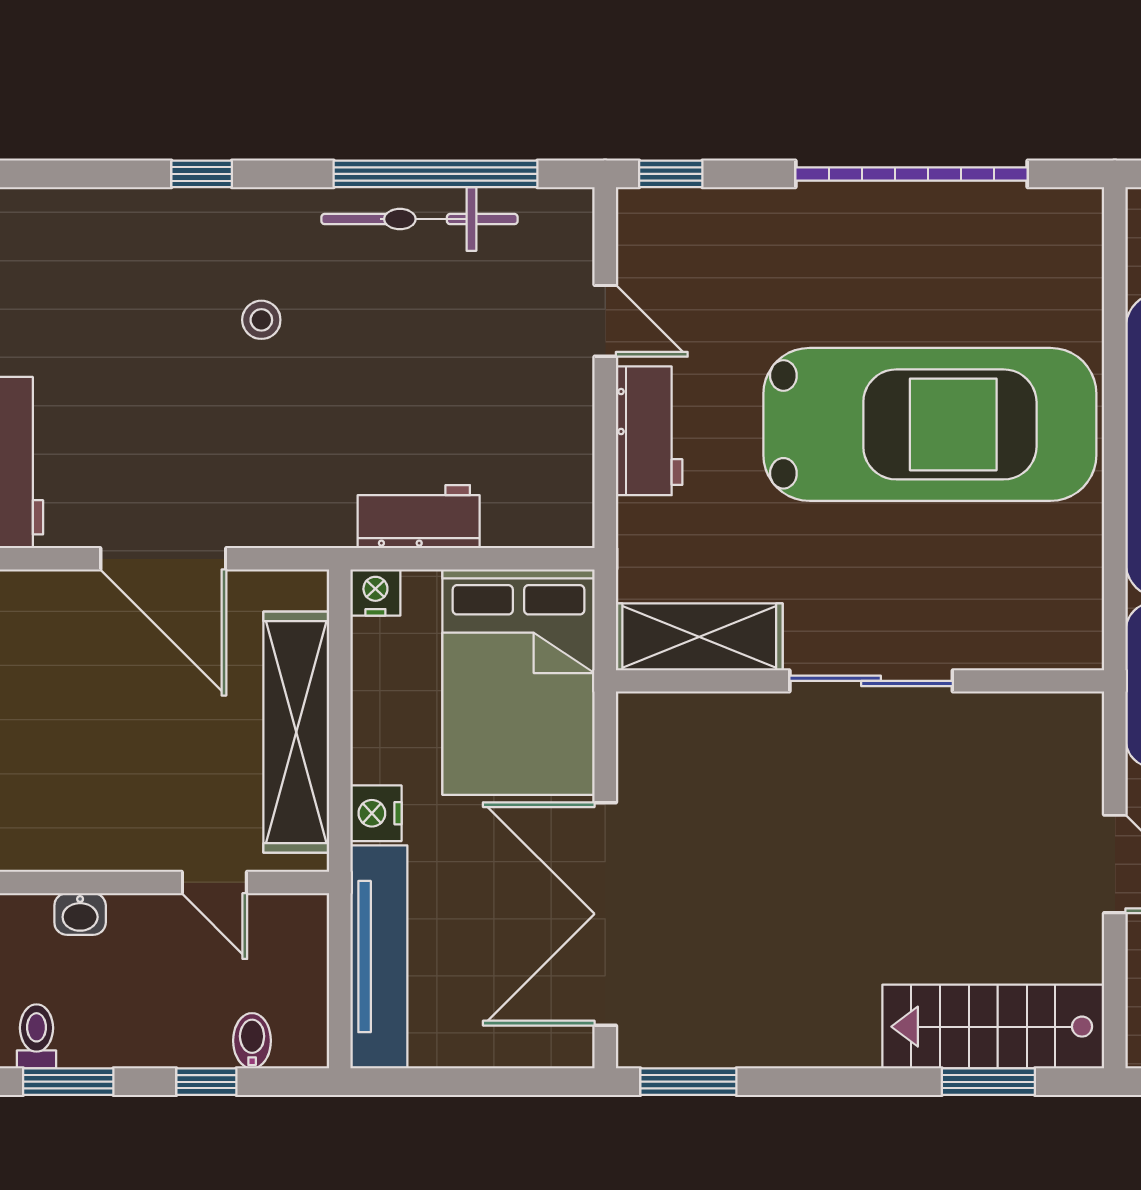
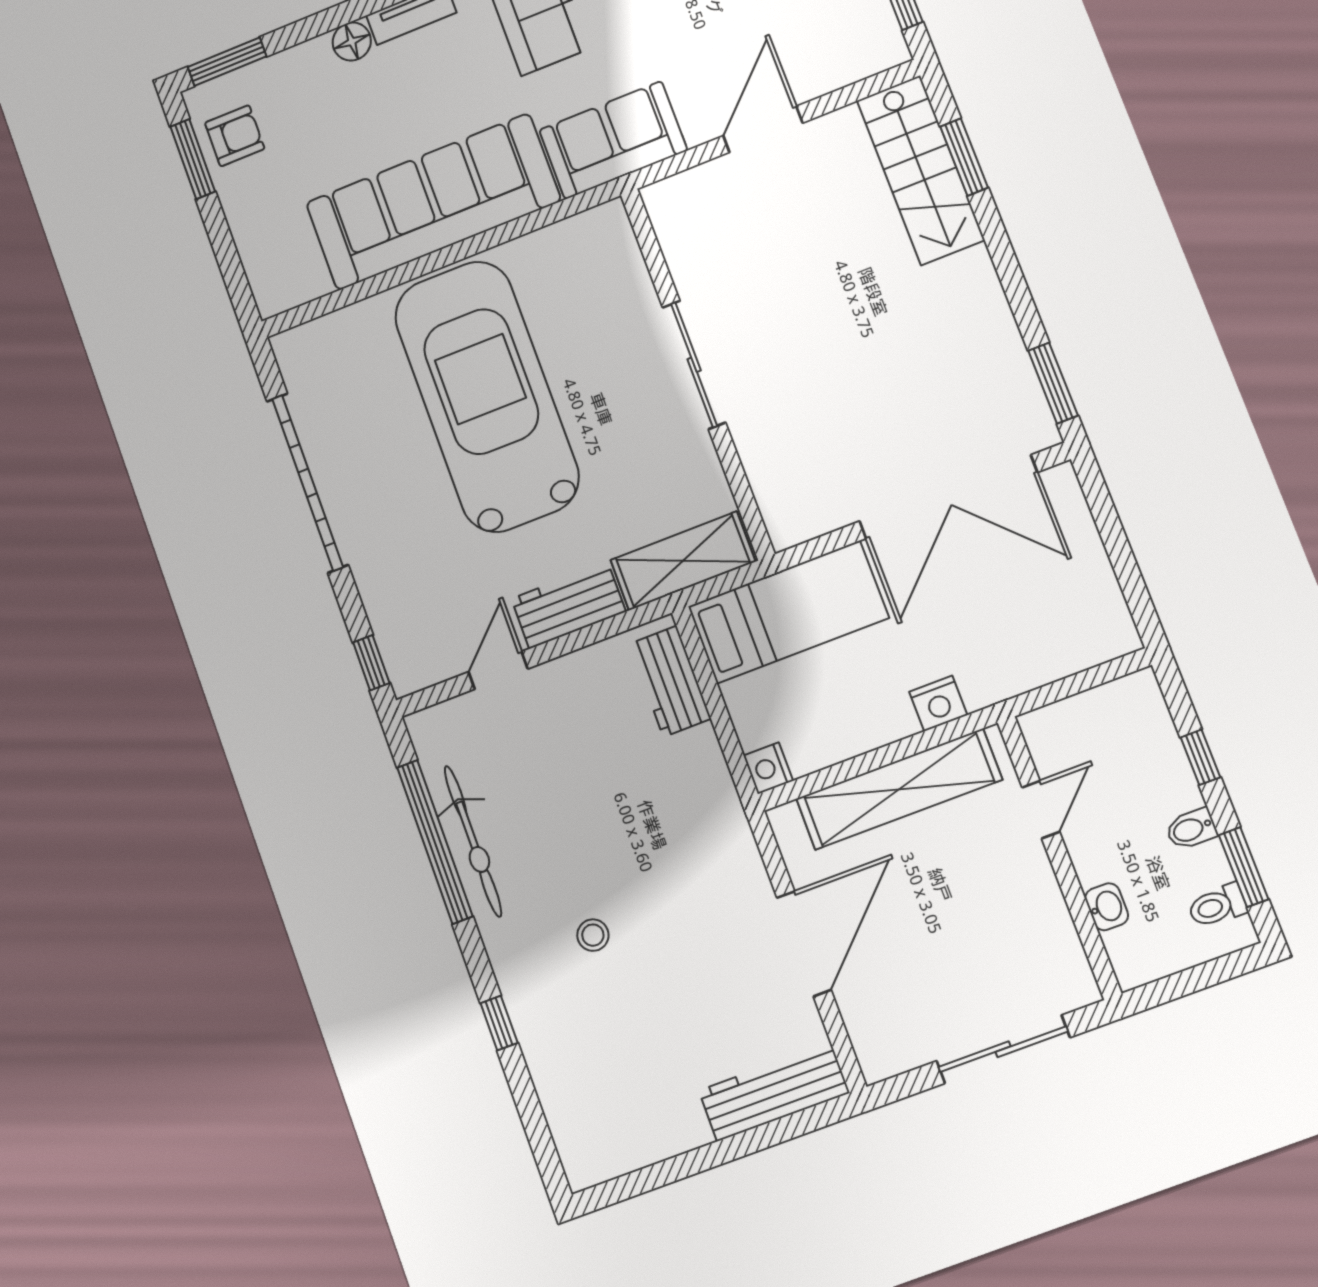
workbench: (419, 517) -> (670, 681), moved
shelving: (699, 637) -> (683, 561), moved, turned 90
bed: (518, 682) -> (788, 612), width x0.67
tv unit: (379, 957) -> (1049, 659), removed
bidet: (252, 1041) -> (1191, 829), moved

